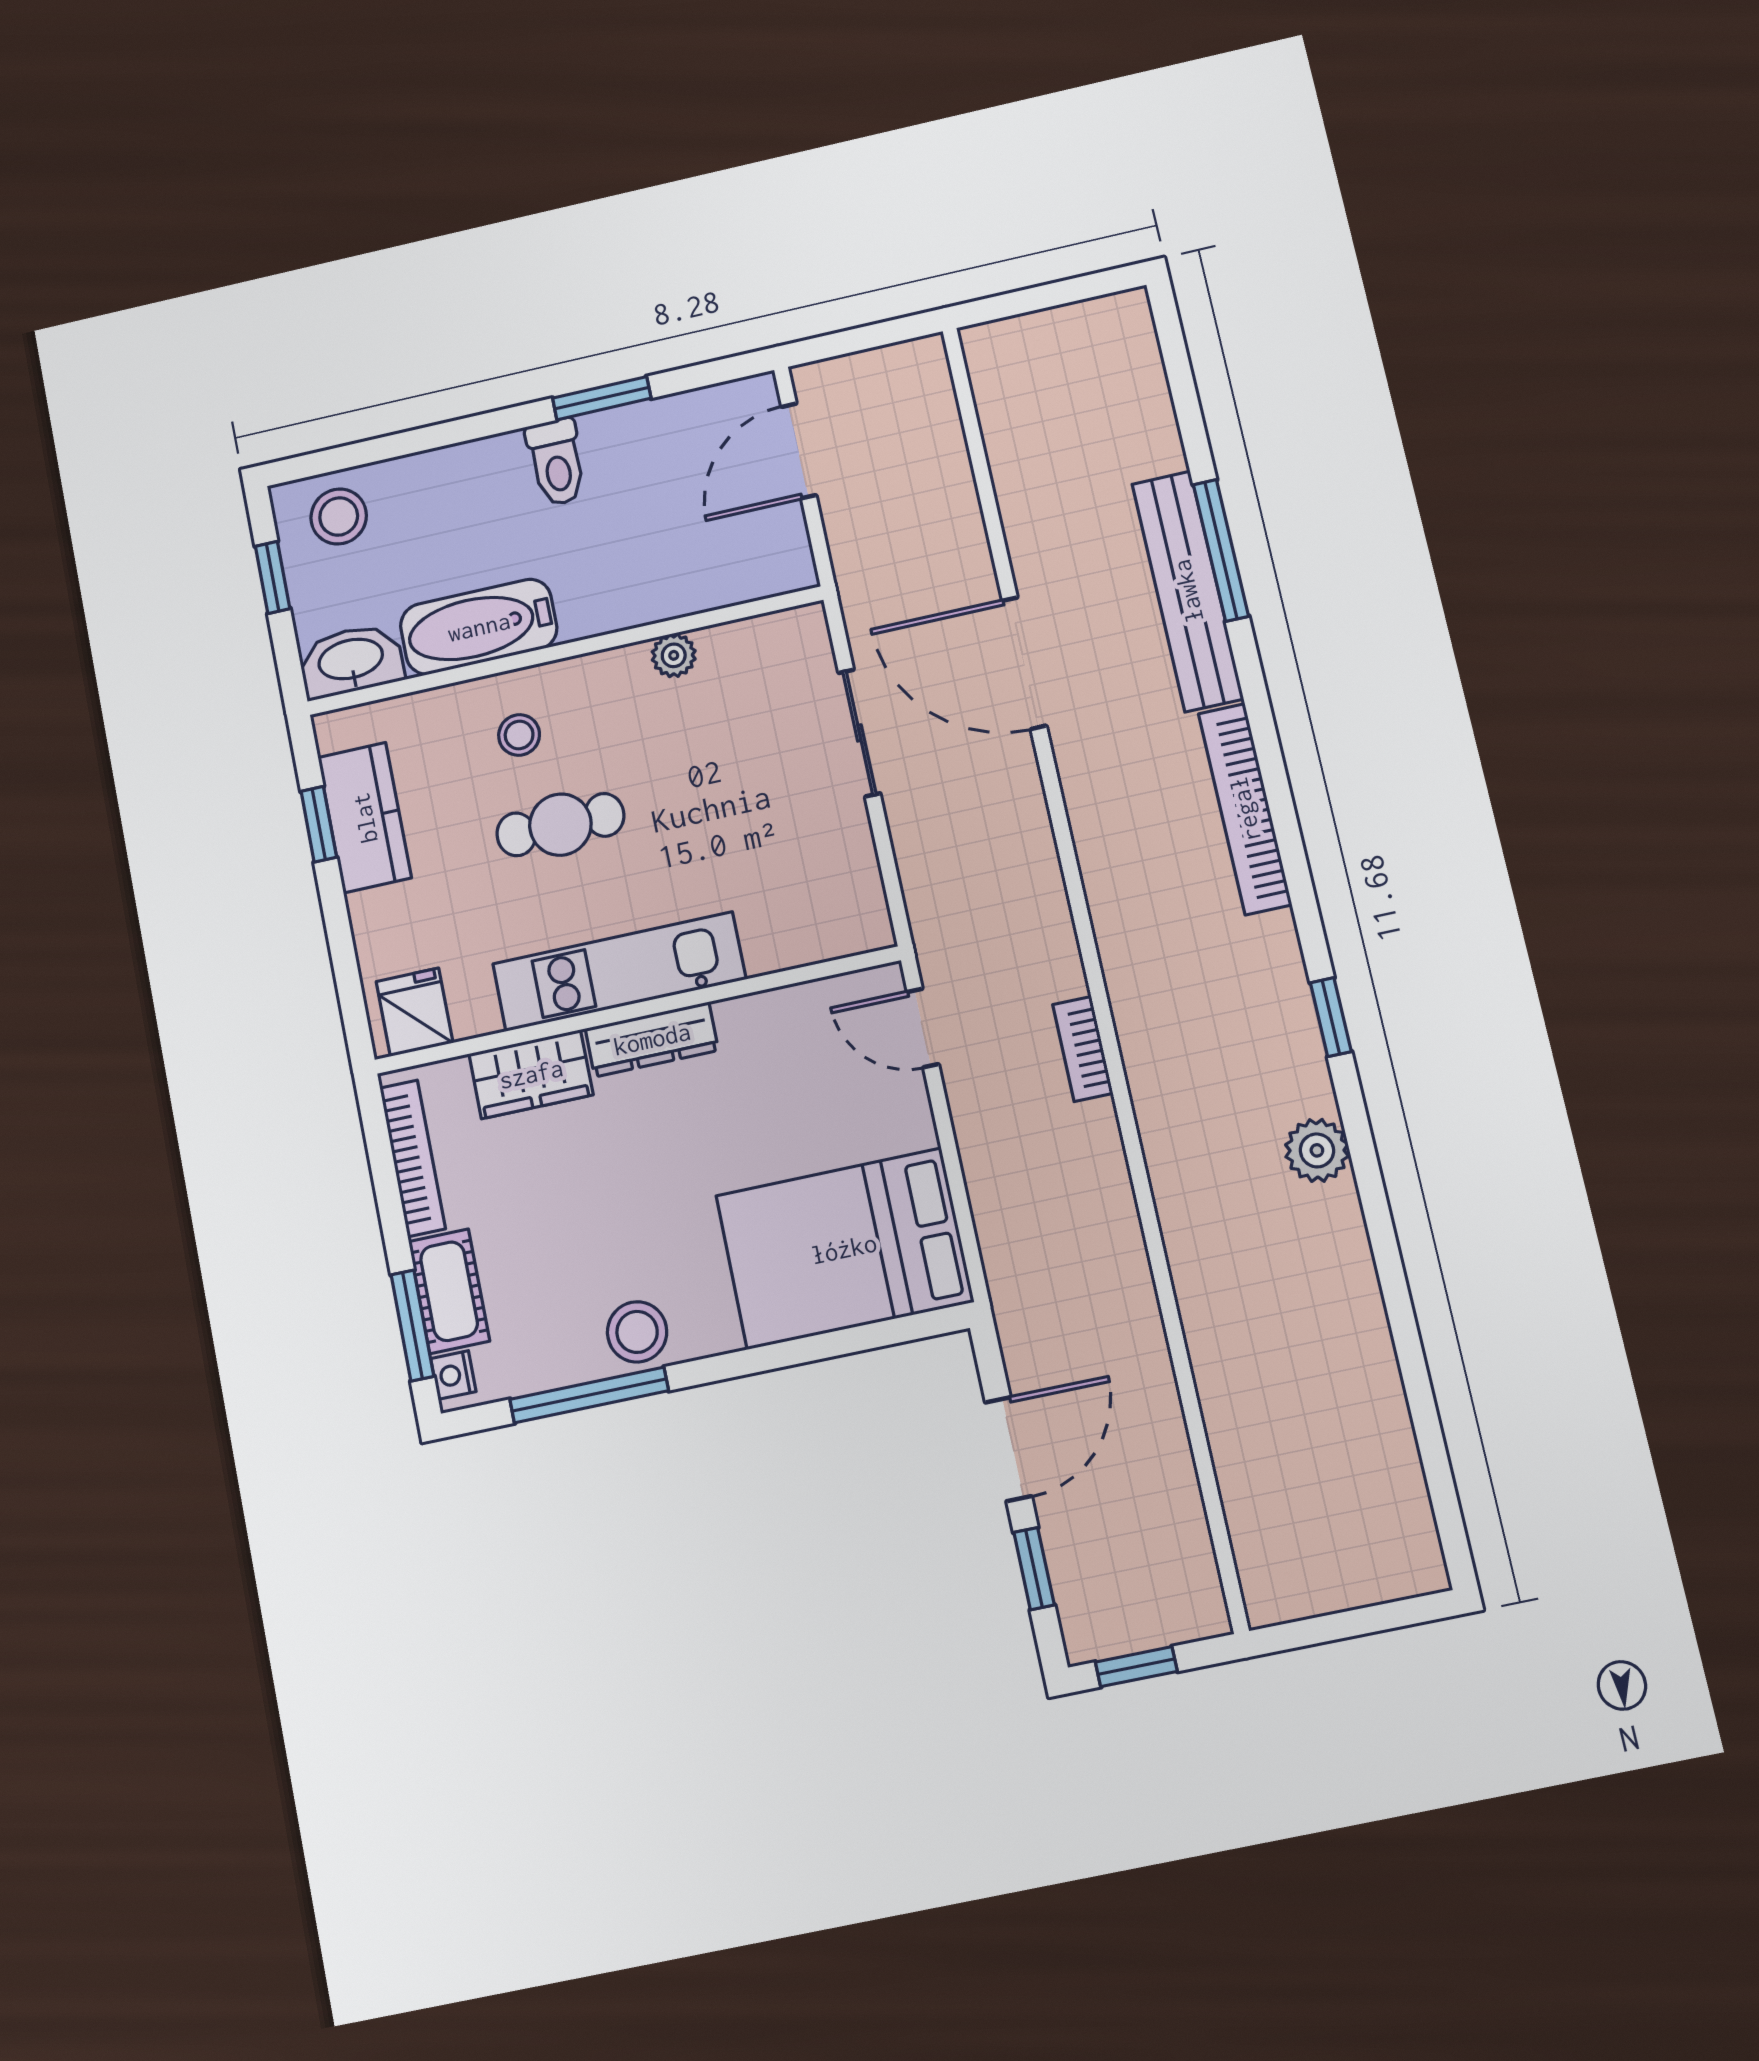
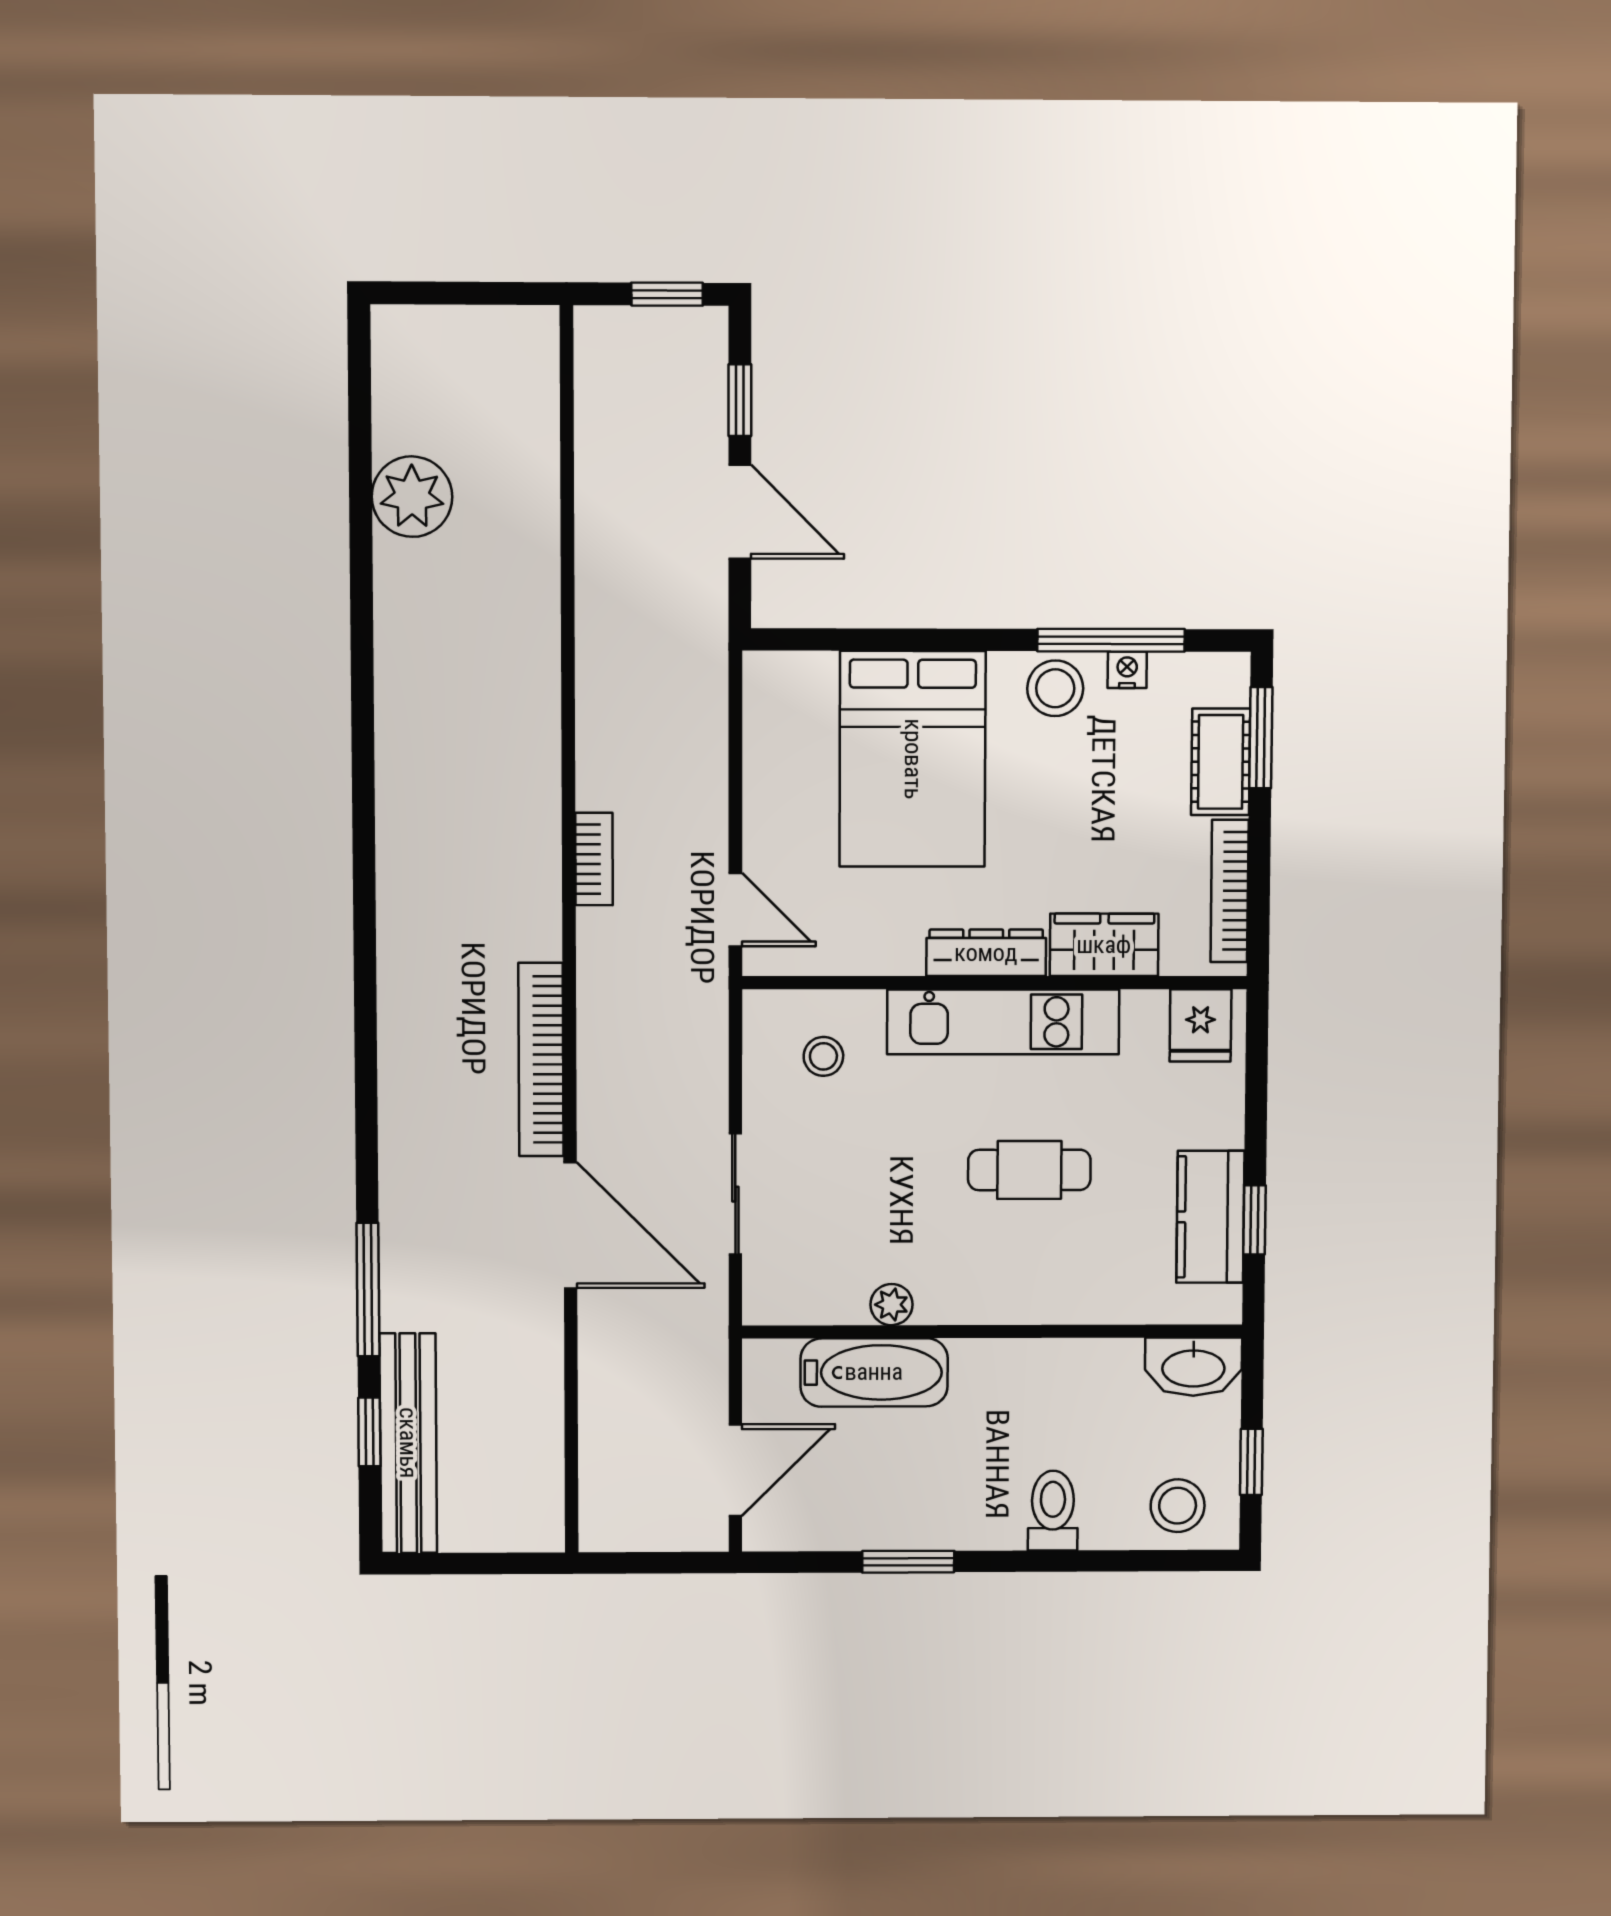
toilet: (556, 462) -> (1053, 1511), moved
bench: (1188, 591) -> (408, 1443), moved
bathtub: (479, 627) -> (874, 1372), moved
stool: (519, 735) -> (823, 1056), moved
bookcase: (1245, 809) -> (541, 1060), moved, turned 180
window: (1331, 1017) -> (369, 1432), moved
plant: (1317, 1150) -> (412, 497), moved, width x1.36, depth x1.36
bed: (844, 1249) -> (913, 759), moved, turned 90
nightstand: (453, 1375) -> (1127, 670), moved, turned -90
door: (1008, 1449) -> (740, 512), swing flipped

